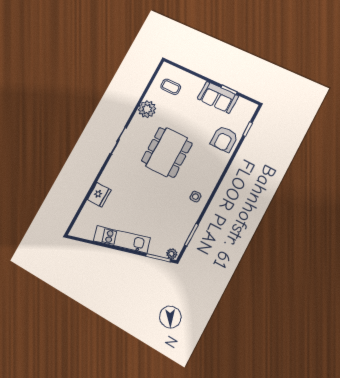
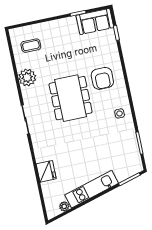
sofa: (218, 97) -> (95, 21), moved
armchair: (224, 139) -> (102, 78), moved
plant: (172, 254) -> (64, 206), moved

